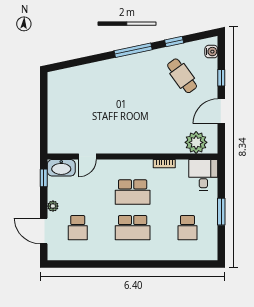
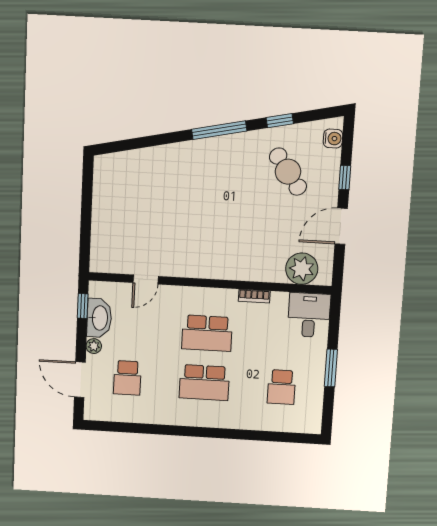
washbasin: (61, 168) -> (99, 318), moved, turned -90

